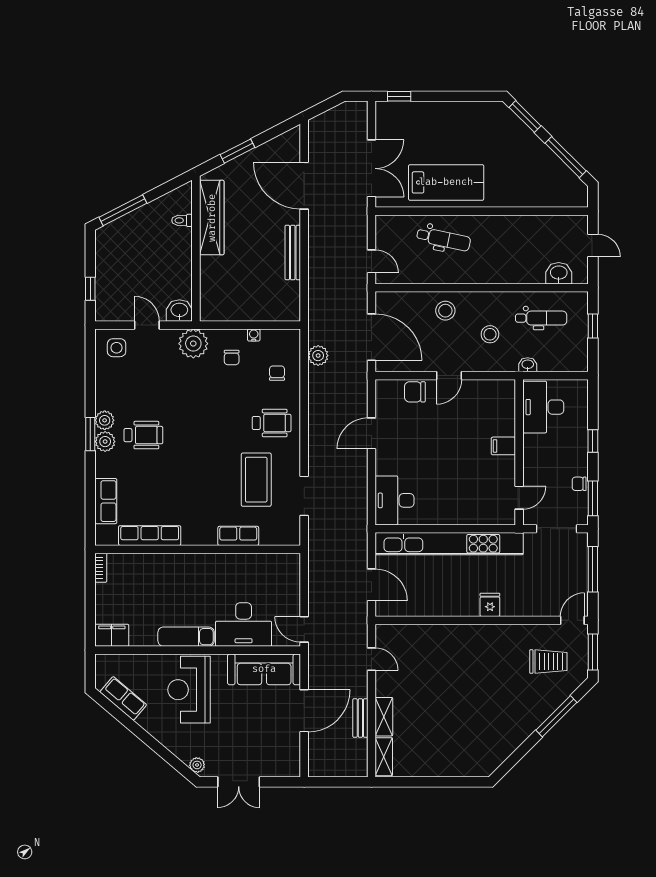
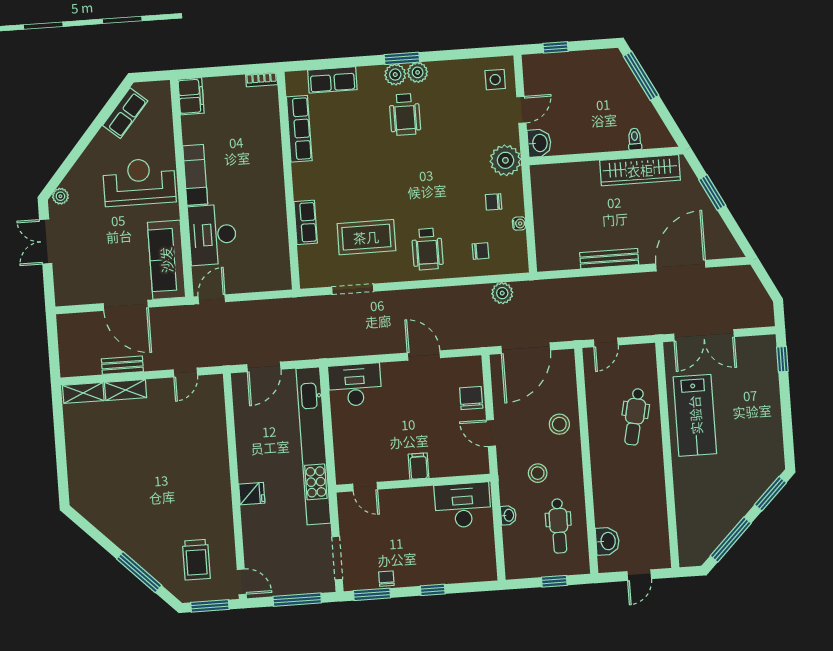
desk: (543, 407) -> (463, 505), moved
filing cabinet: (503, 446) -> (419, 466), moved
wall: (519, 452) -> (413, 483), moved
door: (519, 498) -> (365, 487), moved

